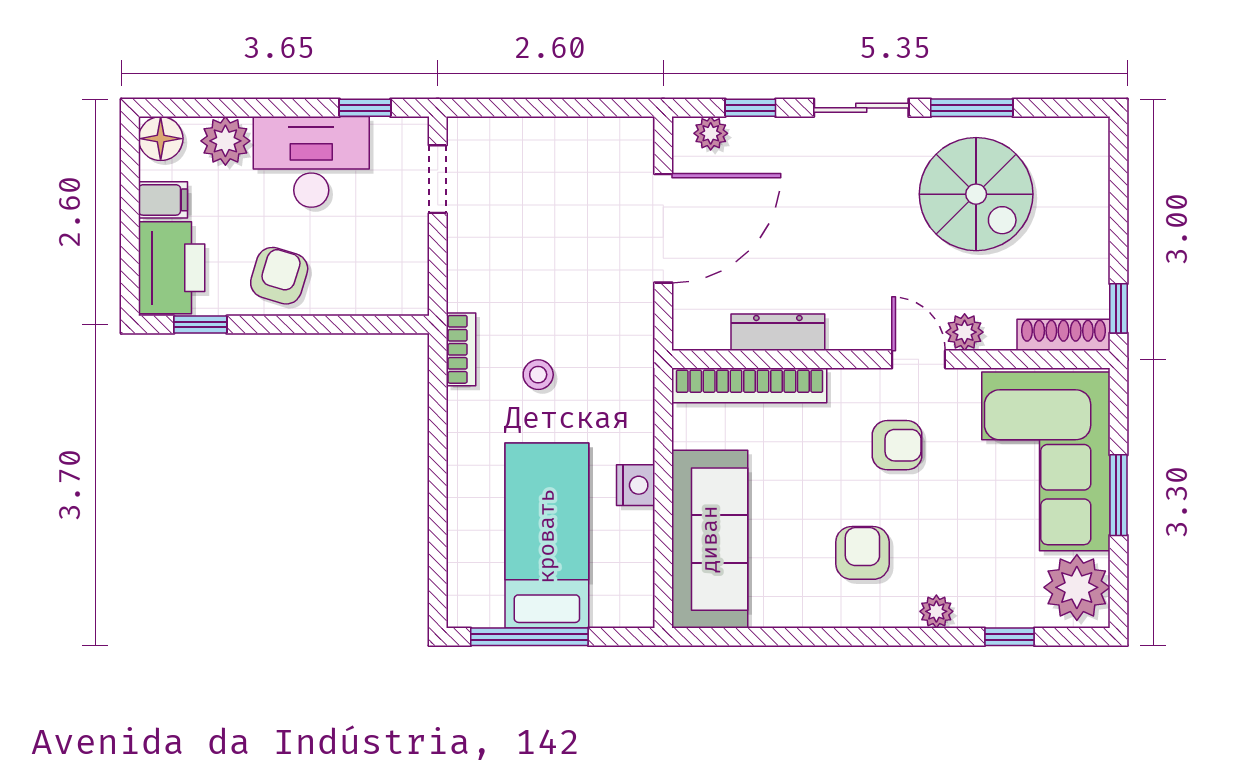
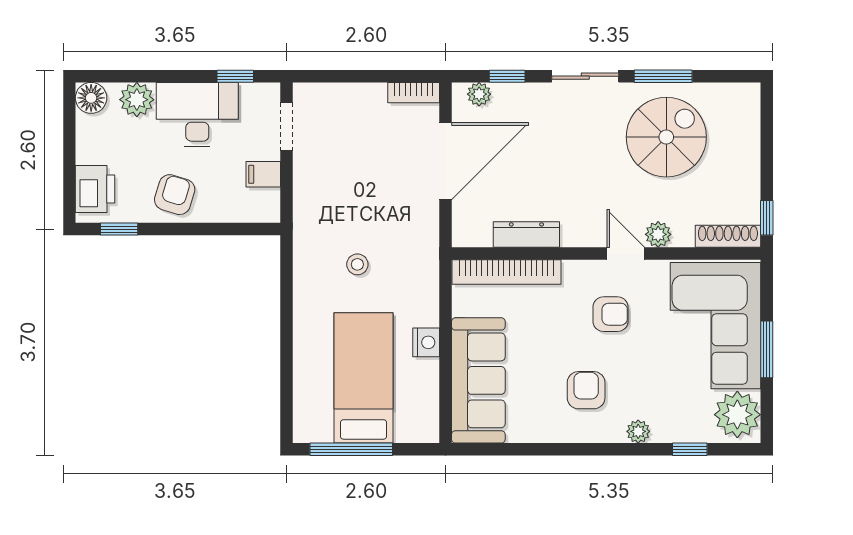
spiral stairs: (976, 194) -> (666, 137), turned -90
filing cabinet: (163, 200) -> (263, 174), moved, turned 180
printer: (172, 268) -> (95, 189), width x0.73, depth x0.84
bookcase: (461, 349) -> (414, 93), moved, turned 90

